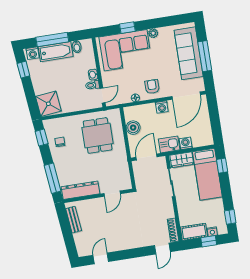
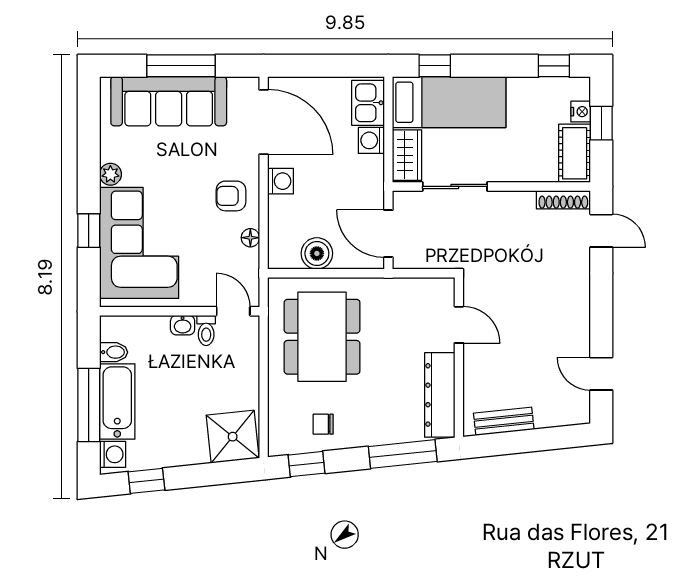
dining table: (98, 135) -> (322, 337), width x1.38
kitchen sink: (169, 144) -> (368, 103), moved

